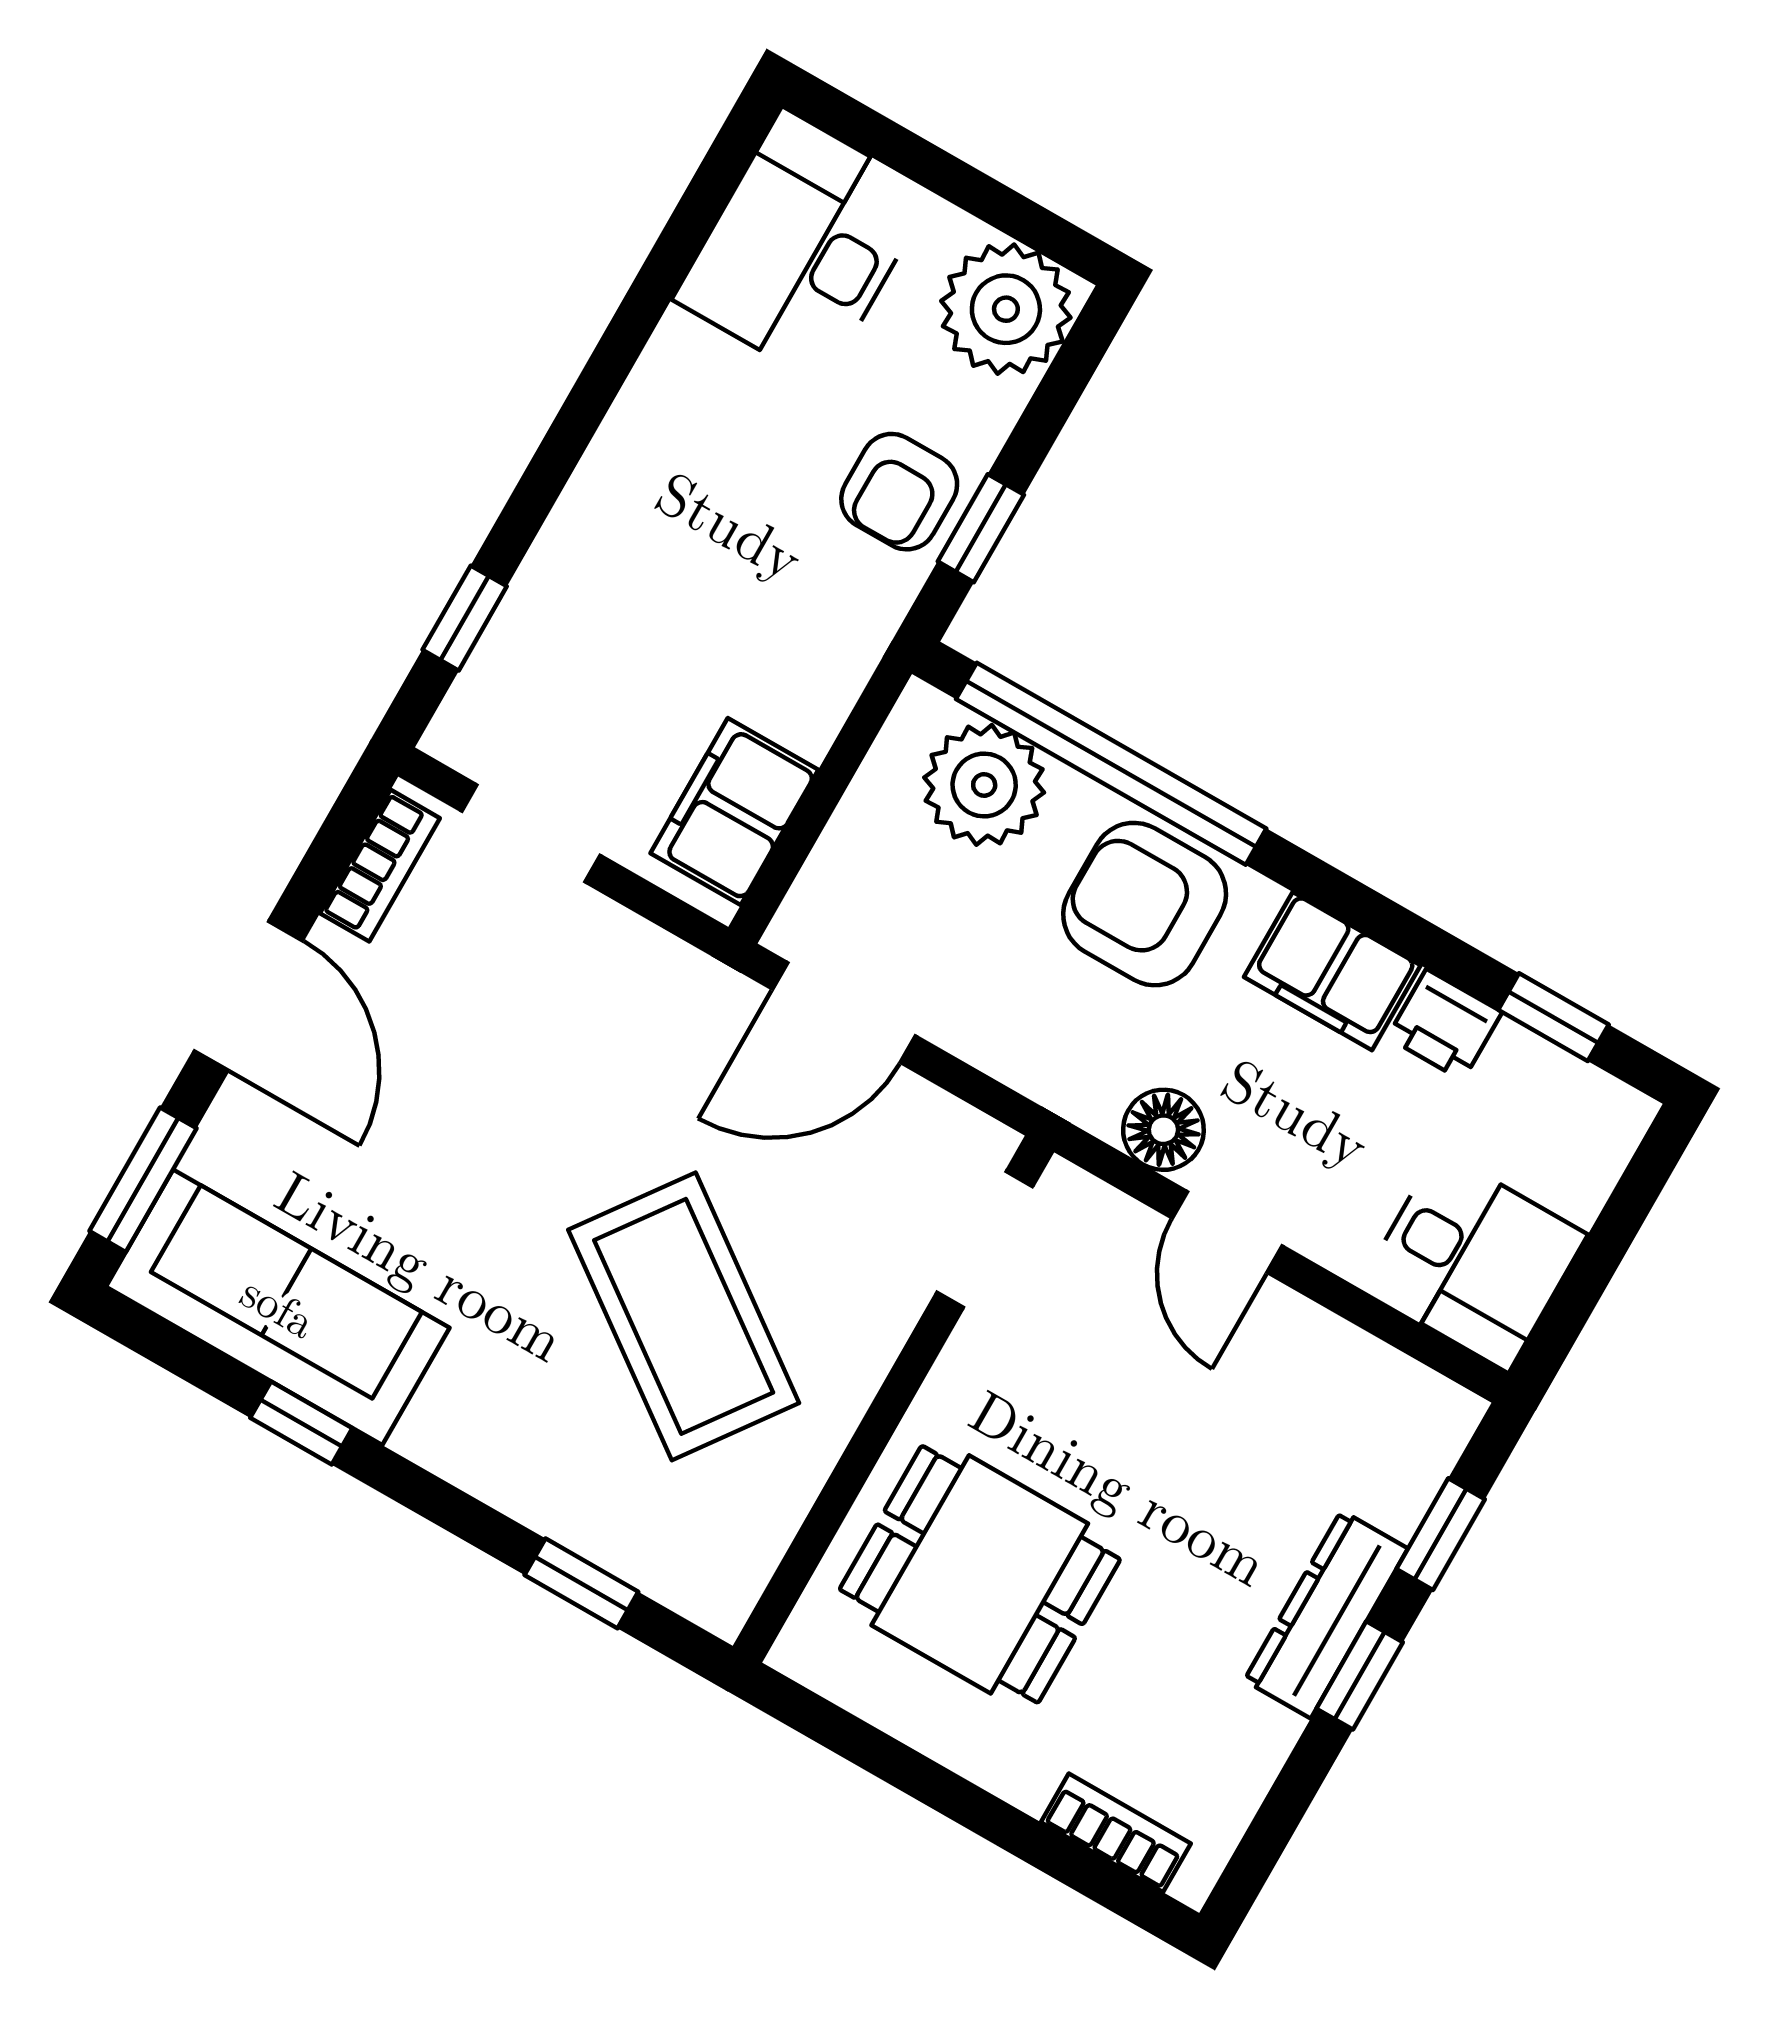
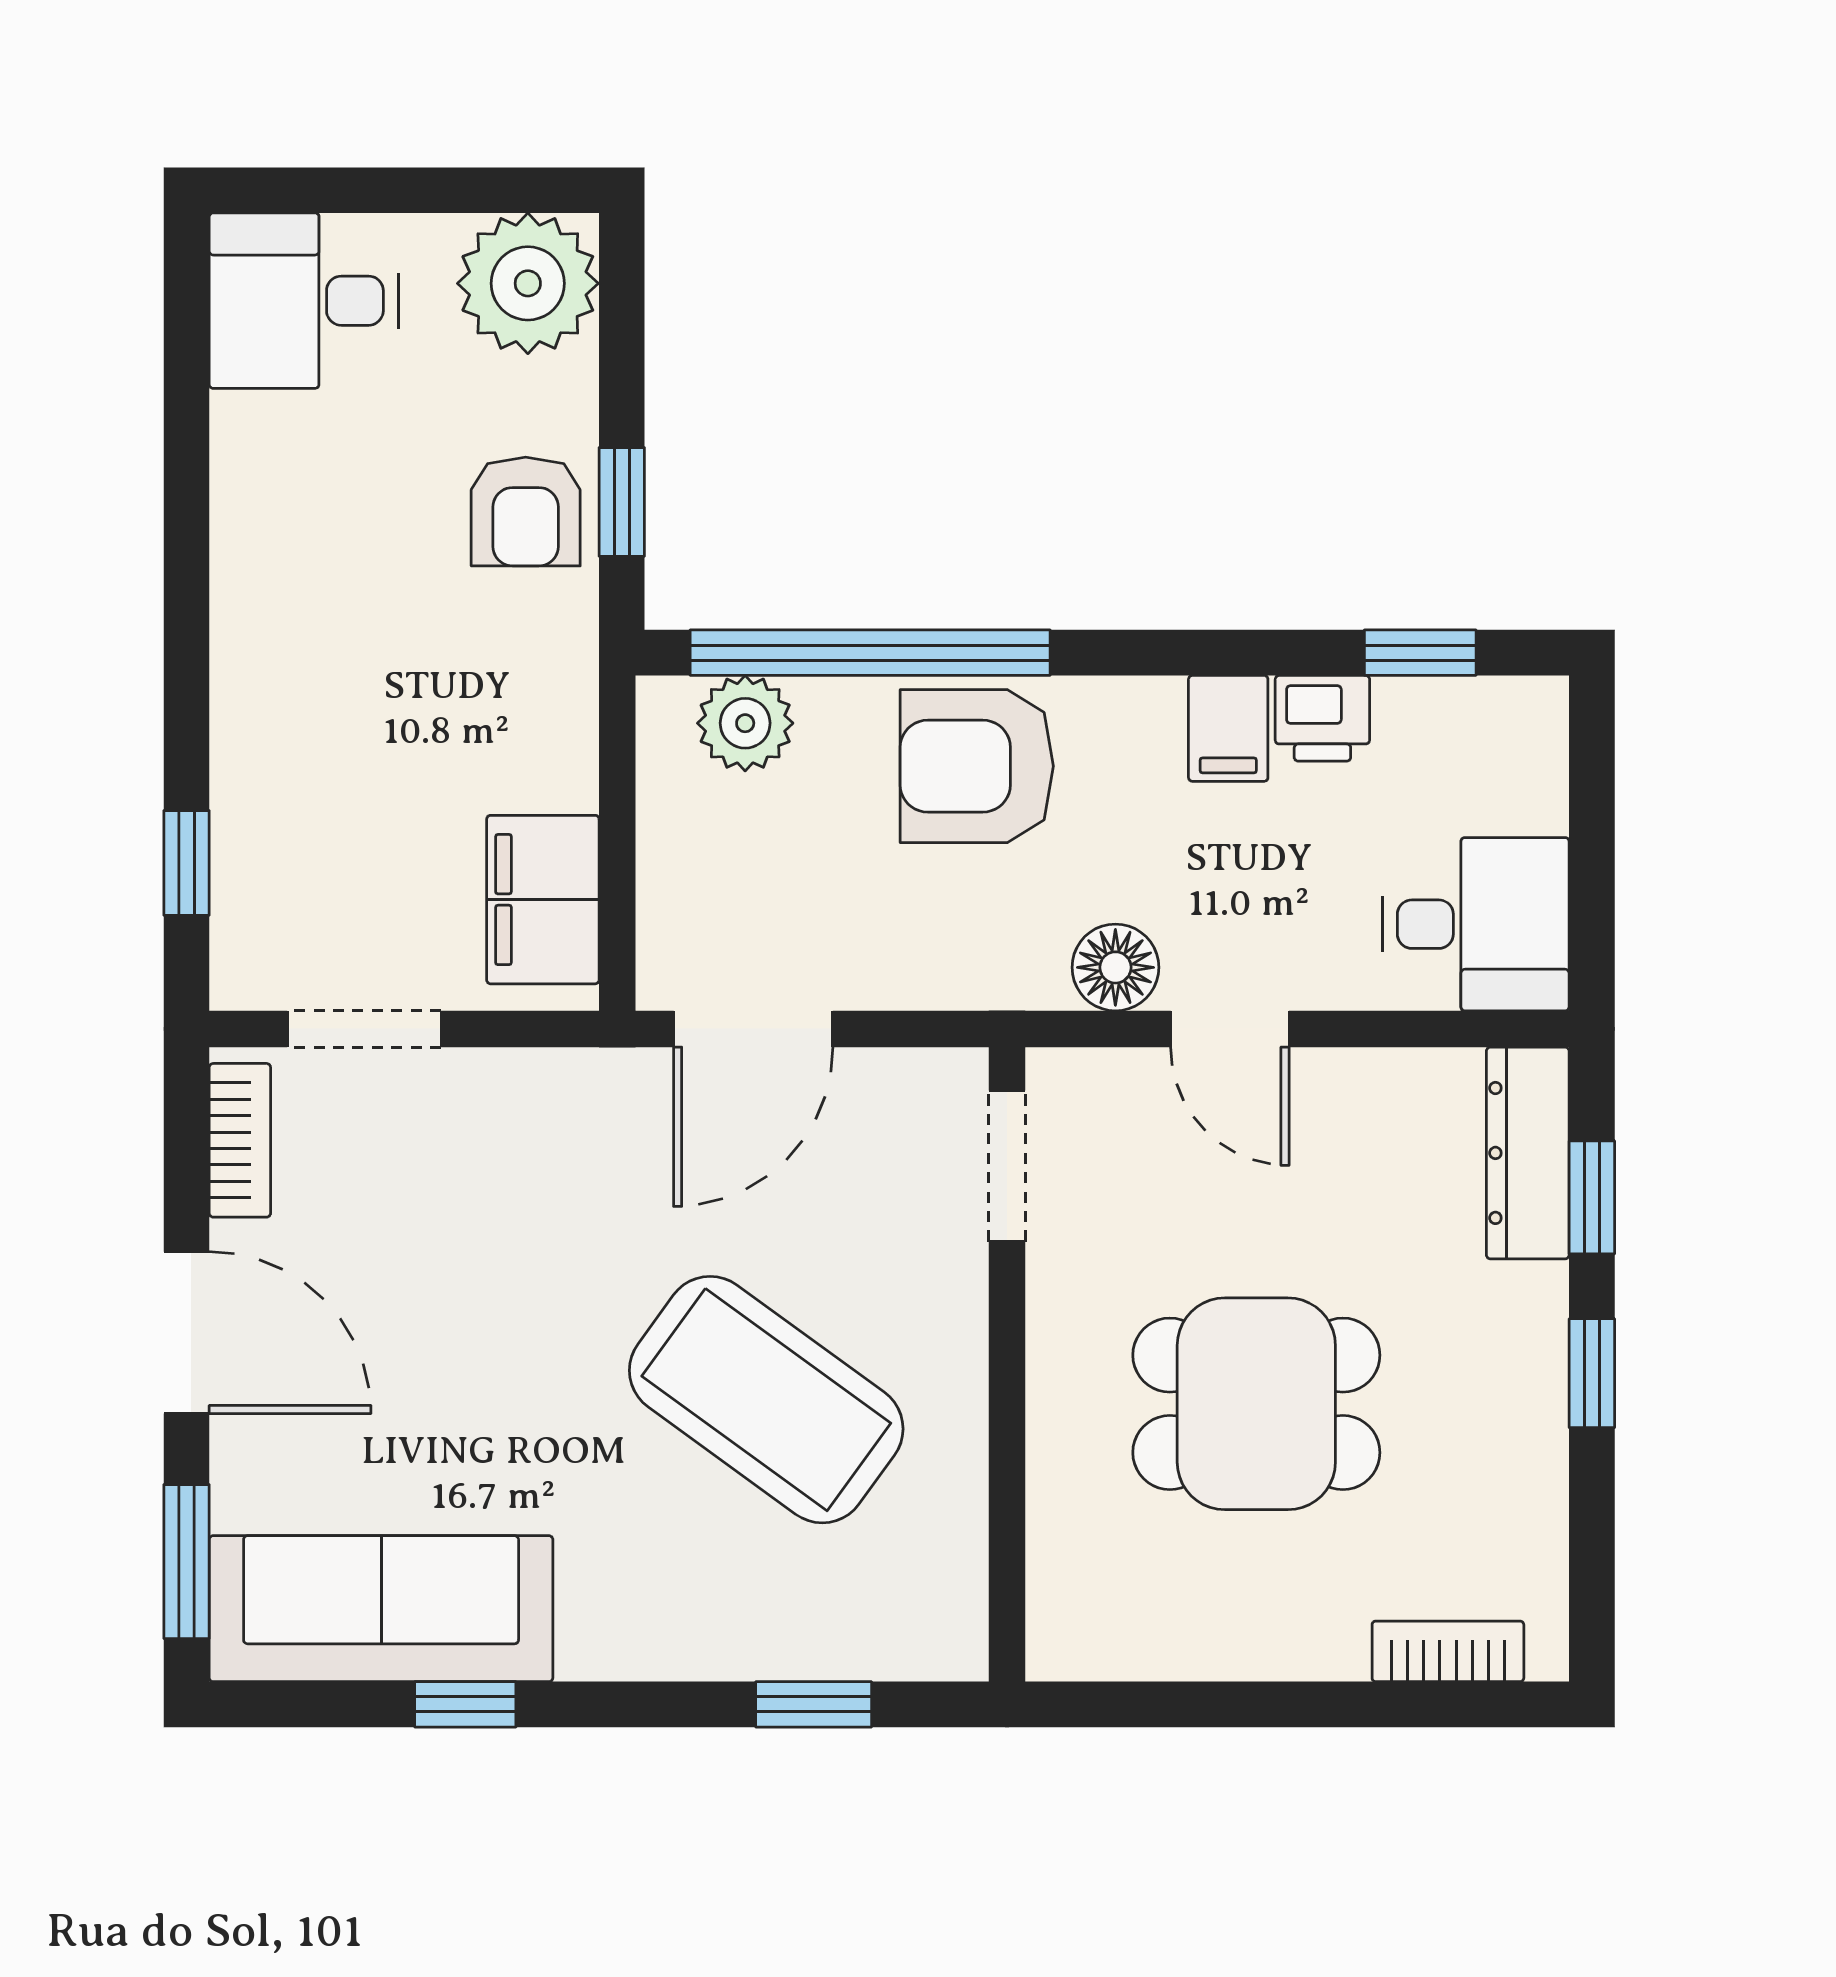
desk: (803, 246) -> (304, 301), width x0.73
plant: (984, 785) -> (745, 723), width x0.73, depth x0.73
filing cabinet: (1332, 971) -> (1228, 728), width x0.50
dining table: (980, 1574) -> (1256, 1404), moved
dresser: (1326, 1615) -> (1528, 1153), moved

